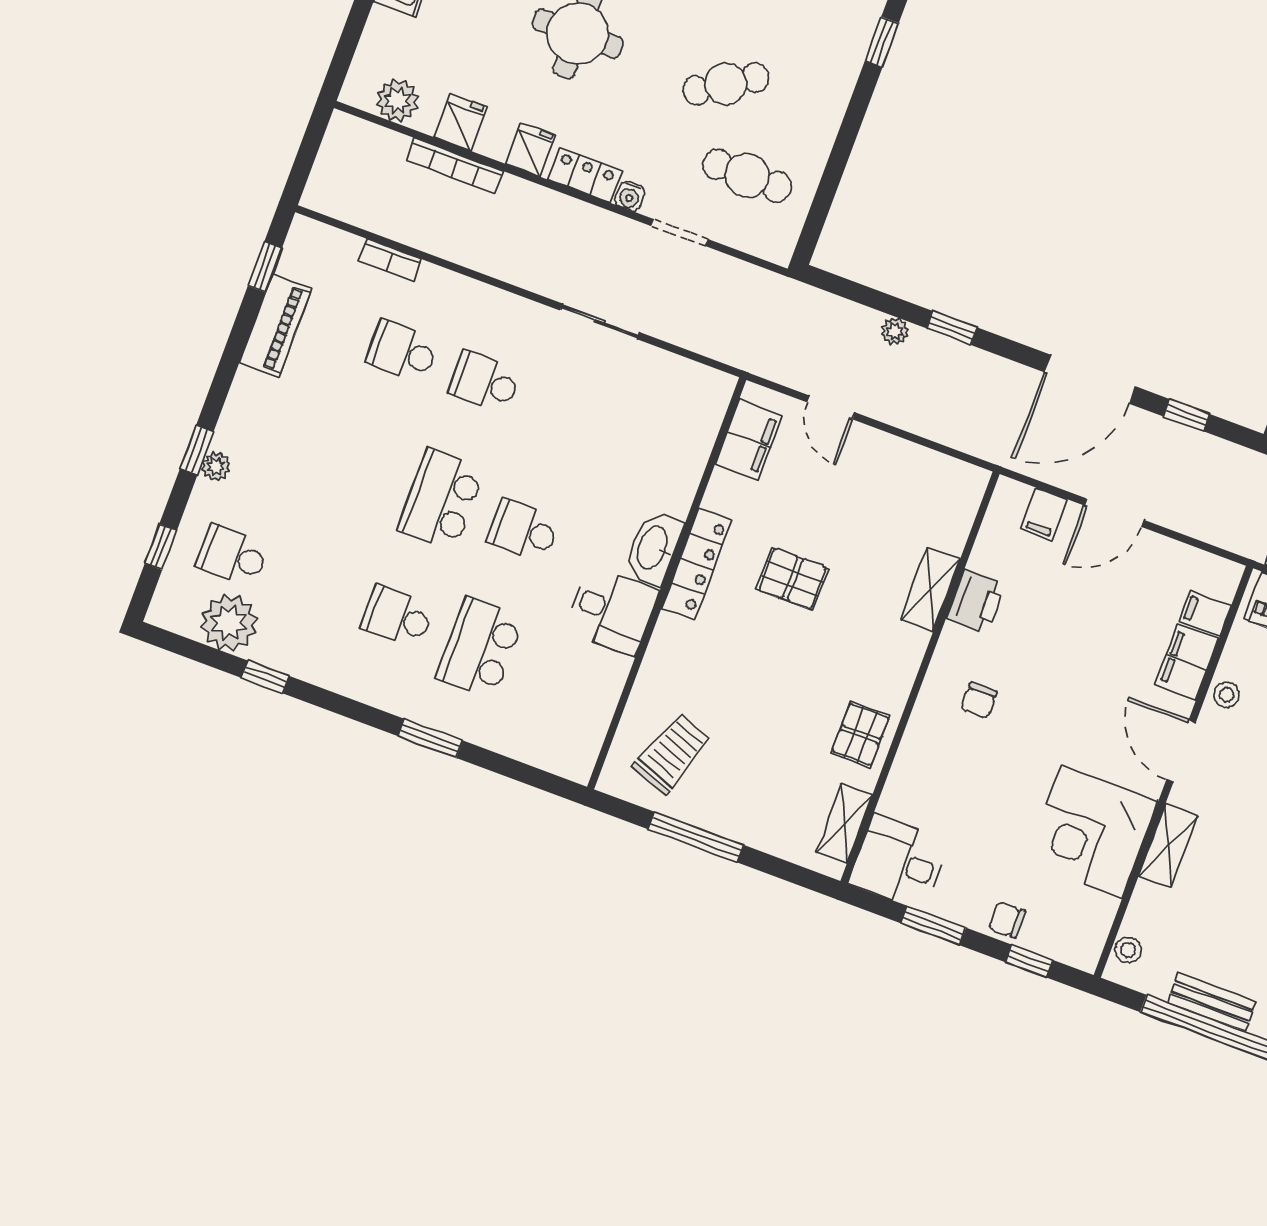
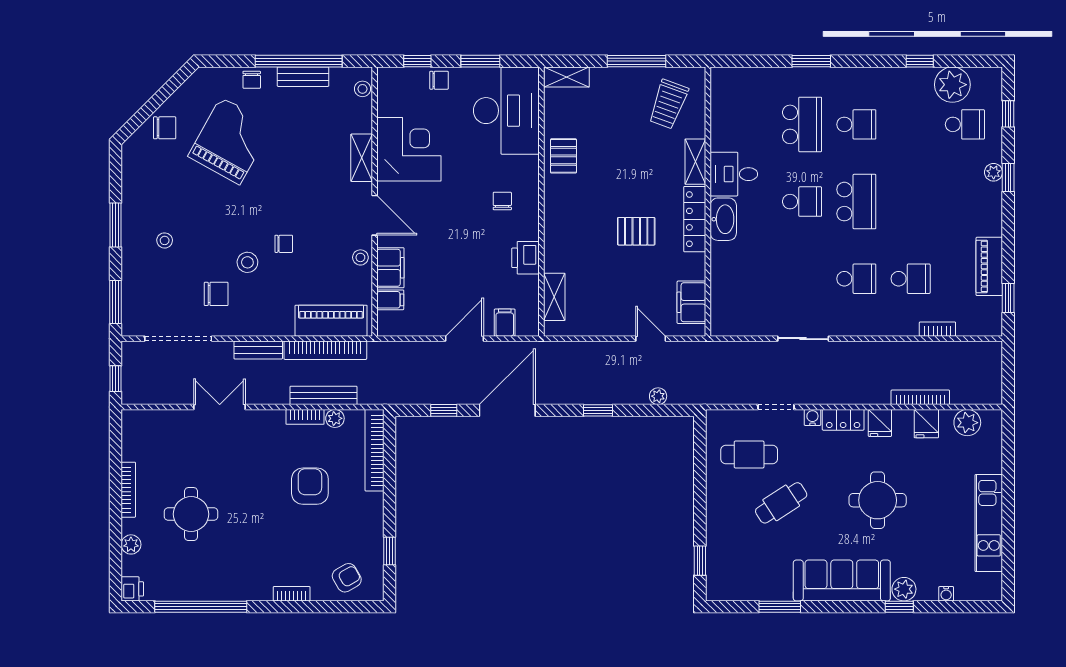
plant: (895, 331) -> (658, 396), moved
shelving: (930, 590) -> (554, 297), moved
shelving: (663, 651) -> (695, 162), added
shelving: (844, 823) -> (567, 77), moved, turned 90
desk: (899, 862) -> (506, 111), width x1.87, depth x1.30

